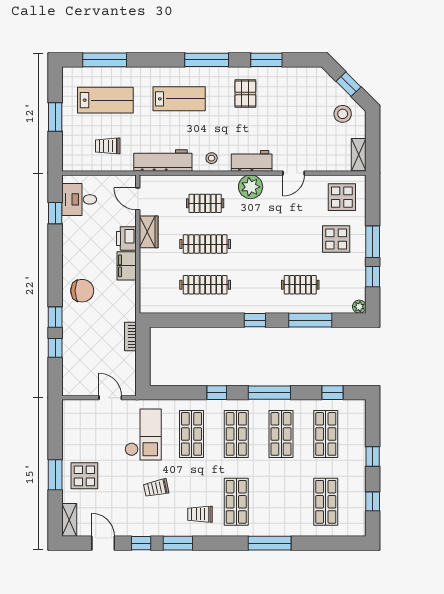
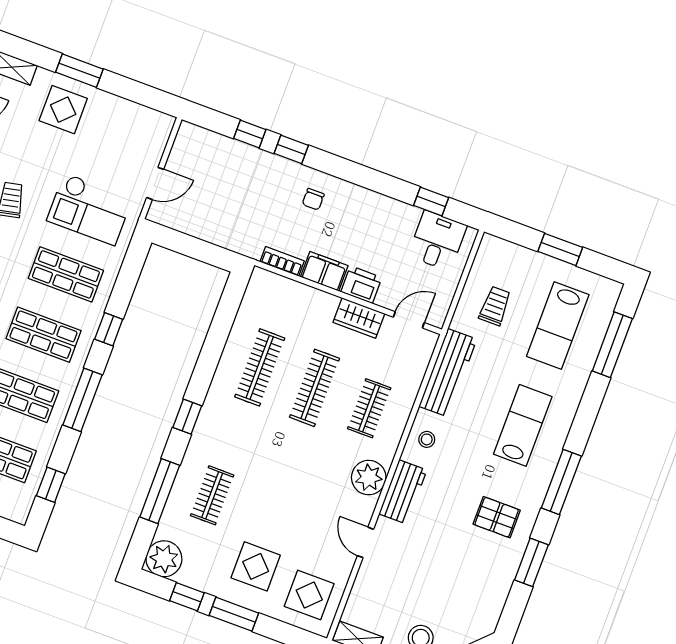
lab bench: (179, 99) -> (523, 425), turned 180
chair: (82, 291) -> (313, 199), width x0.54, depth x0.54
plant: (359, 307) -> (164, 559), width x1.88, depth x1.88
bookcase: (130, 336) -> (282, 261), moved

